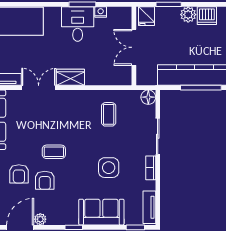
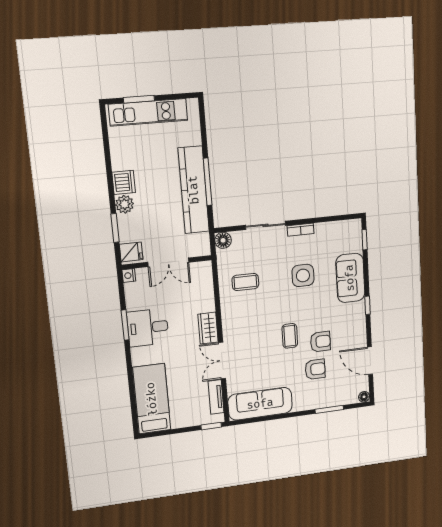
nightstand: (101, 12) -> (129, 275), moved
tv unit: (149, 207) -> (343, 227), removed
plant: (40, 219) -> (361, 341), removed

